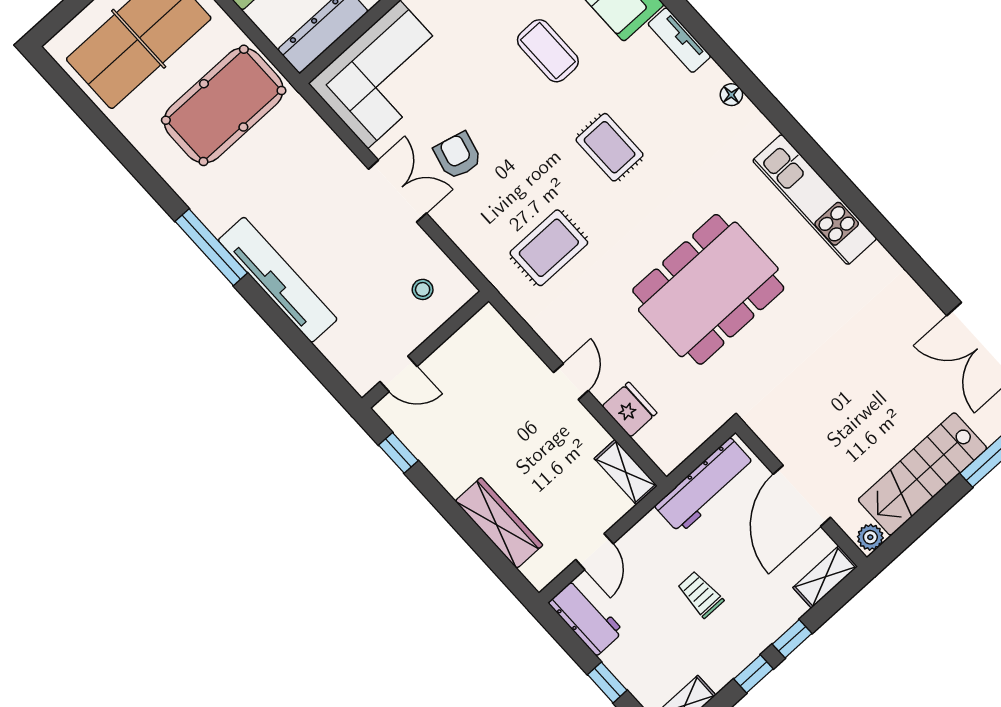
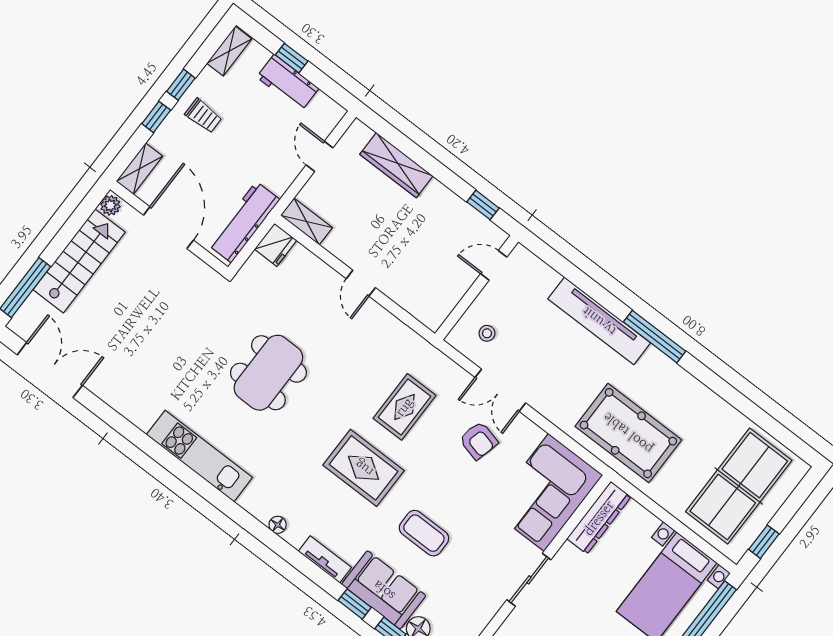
pool table: (224, 105) -> (628, 433), moved, turned 90
rug: (610, 147) -> (364, 468), width x1.36, depth x1.43
double door: (397, 191) -> (500, 390), moved
rug: (549, 248) -> (404, 407), moved
dining table: (708, 289) -> (268, 373), width x0.73, depth x0.80
fridge: (629, 410) -> (276, 245), moved, turned -90
trolley: (700, 594) -> (203, 116), moved
workbench: (586, 617) -> (288, 83), moved

